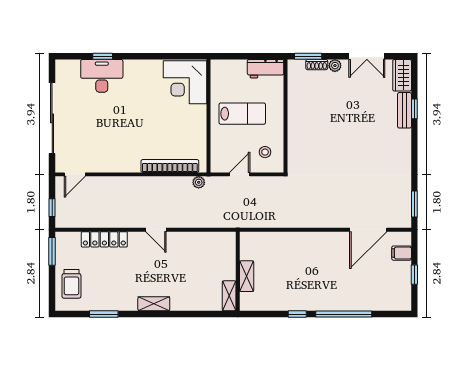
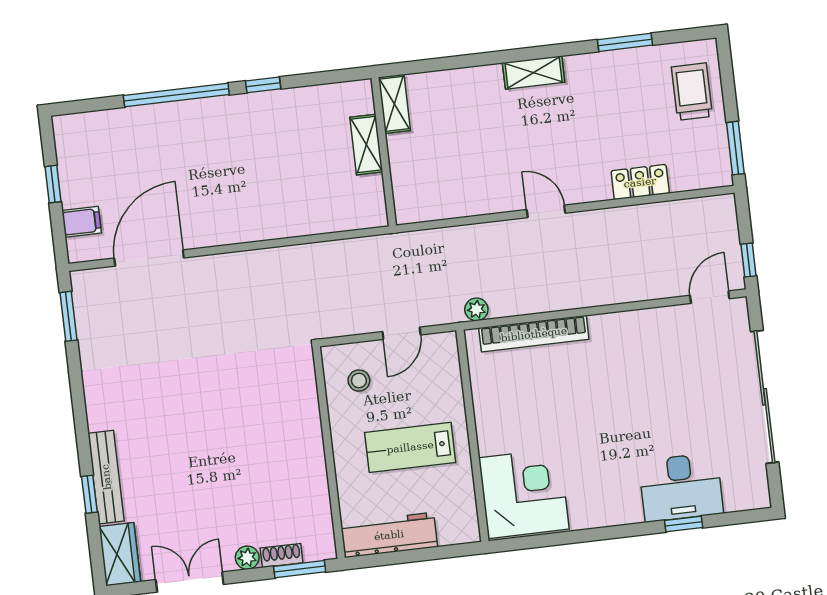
workbench: (266, 69) -> (389, 535), width x1.38
bench: (404, 110) -> (106, 477), width x1.36
window: (52, 208) -> (748, 260), moved
locker: (104, 239) -> (640, 182), width x0.66

